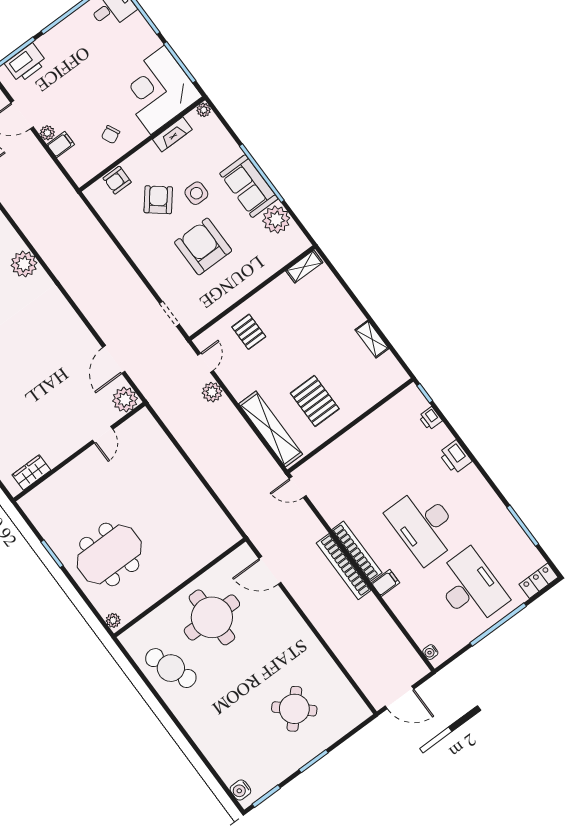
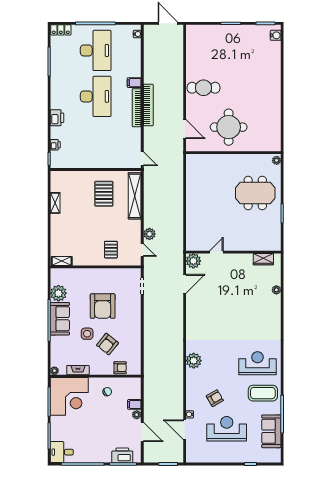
door: (206, 363) -> (142, 250), swing flipped
desk: (470, 588) -> (96, 50), turned 180
cafe table: (171, 668) -> (204, 88), moved, turned -69
round table: (294, 709) -> (222, 55), removed

